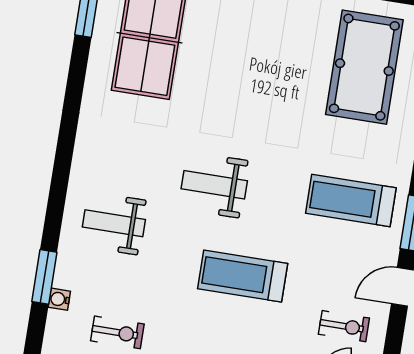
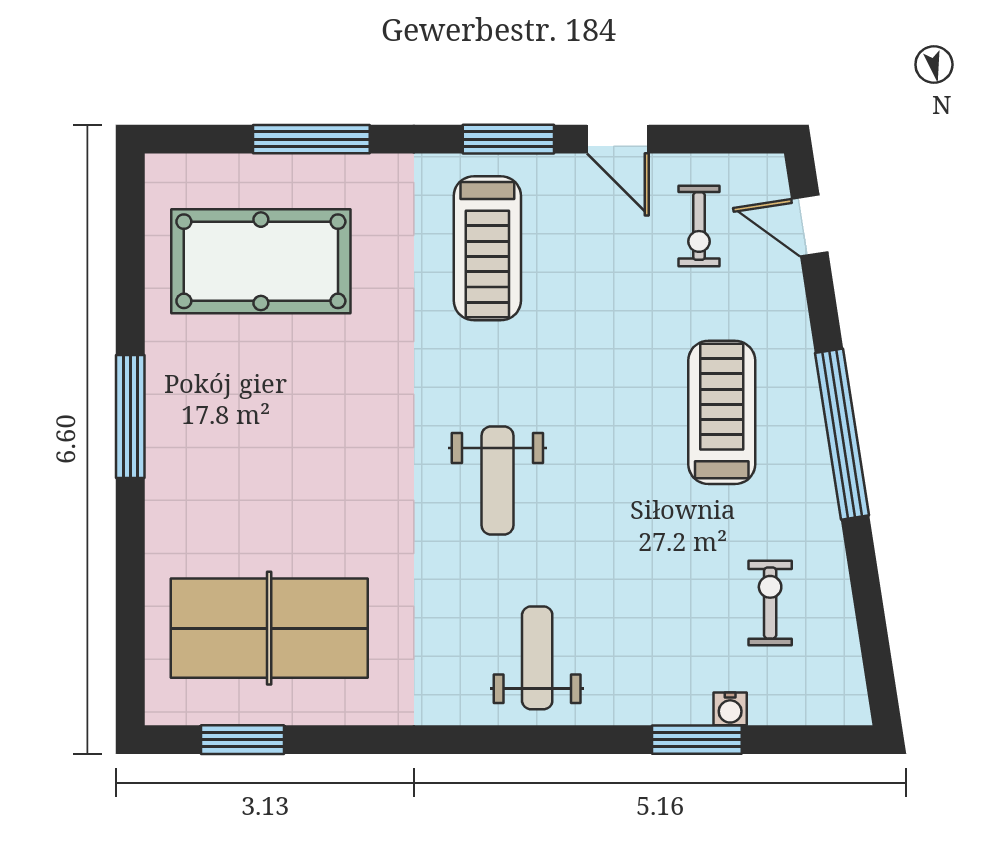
weight bench: (114, 223) -> (537, 658), moved, turned 180
treadmill: (243, 276) -> (722, 412), moved, turned 180
exercise bike: (344, 326) -> (699, 226), turned 180

